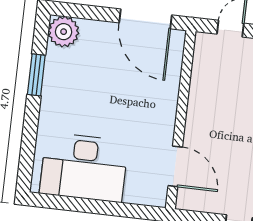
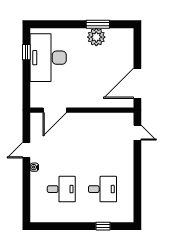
plant: (64, 32) -> (96, 37), moved
window: (70, 204) -> (26, 52), added

